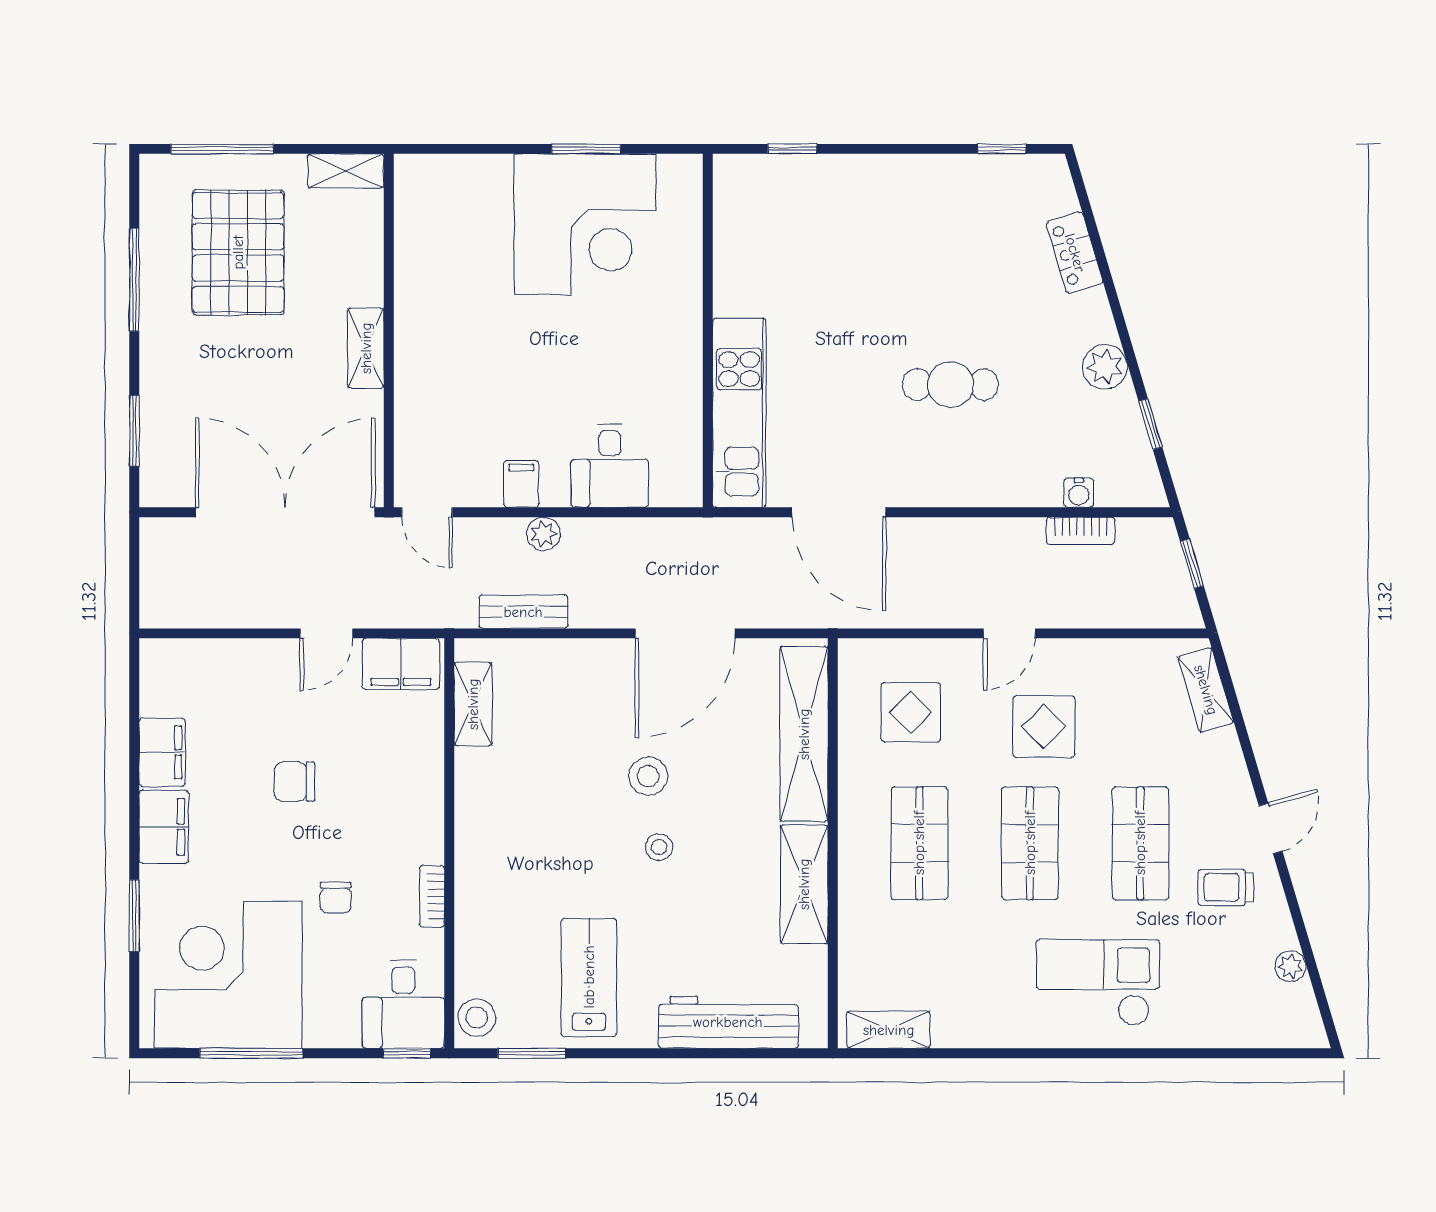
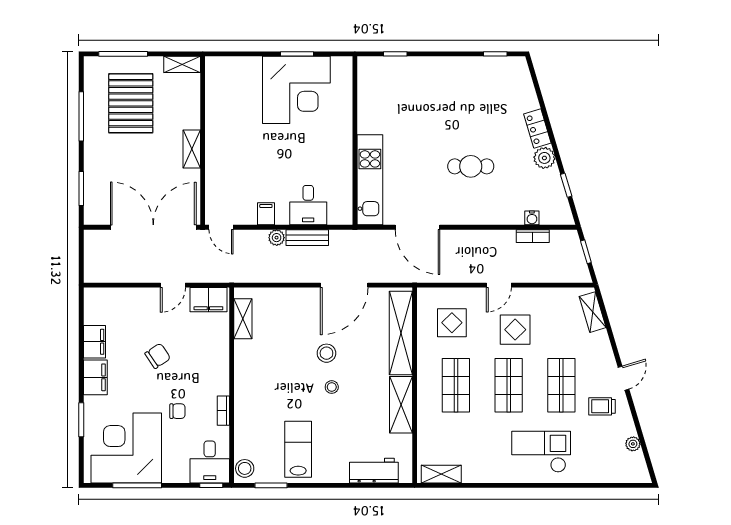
locker: (1075, 253) -> (537, 128), moved
bench: (523, 612) -> (307, 238), moved
chair: (294, 782) -> (158, 356), turned 146
chair: (336, 898) -> (177, 411), turned -90
workbench: (728, 1022) -> (374, 471), width x0.73

